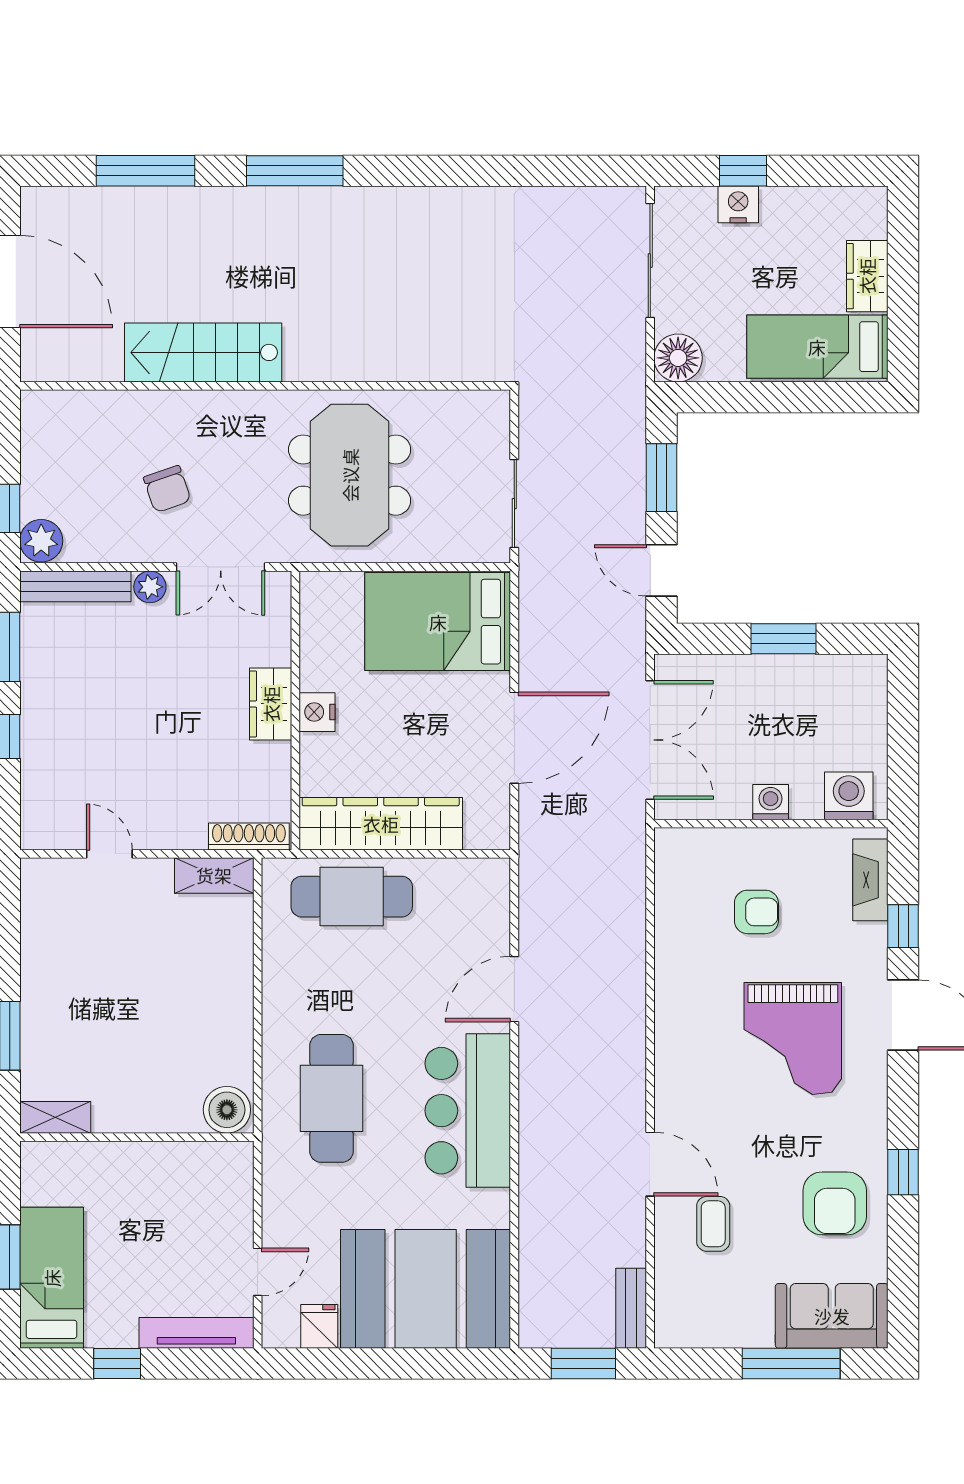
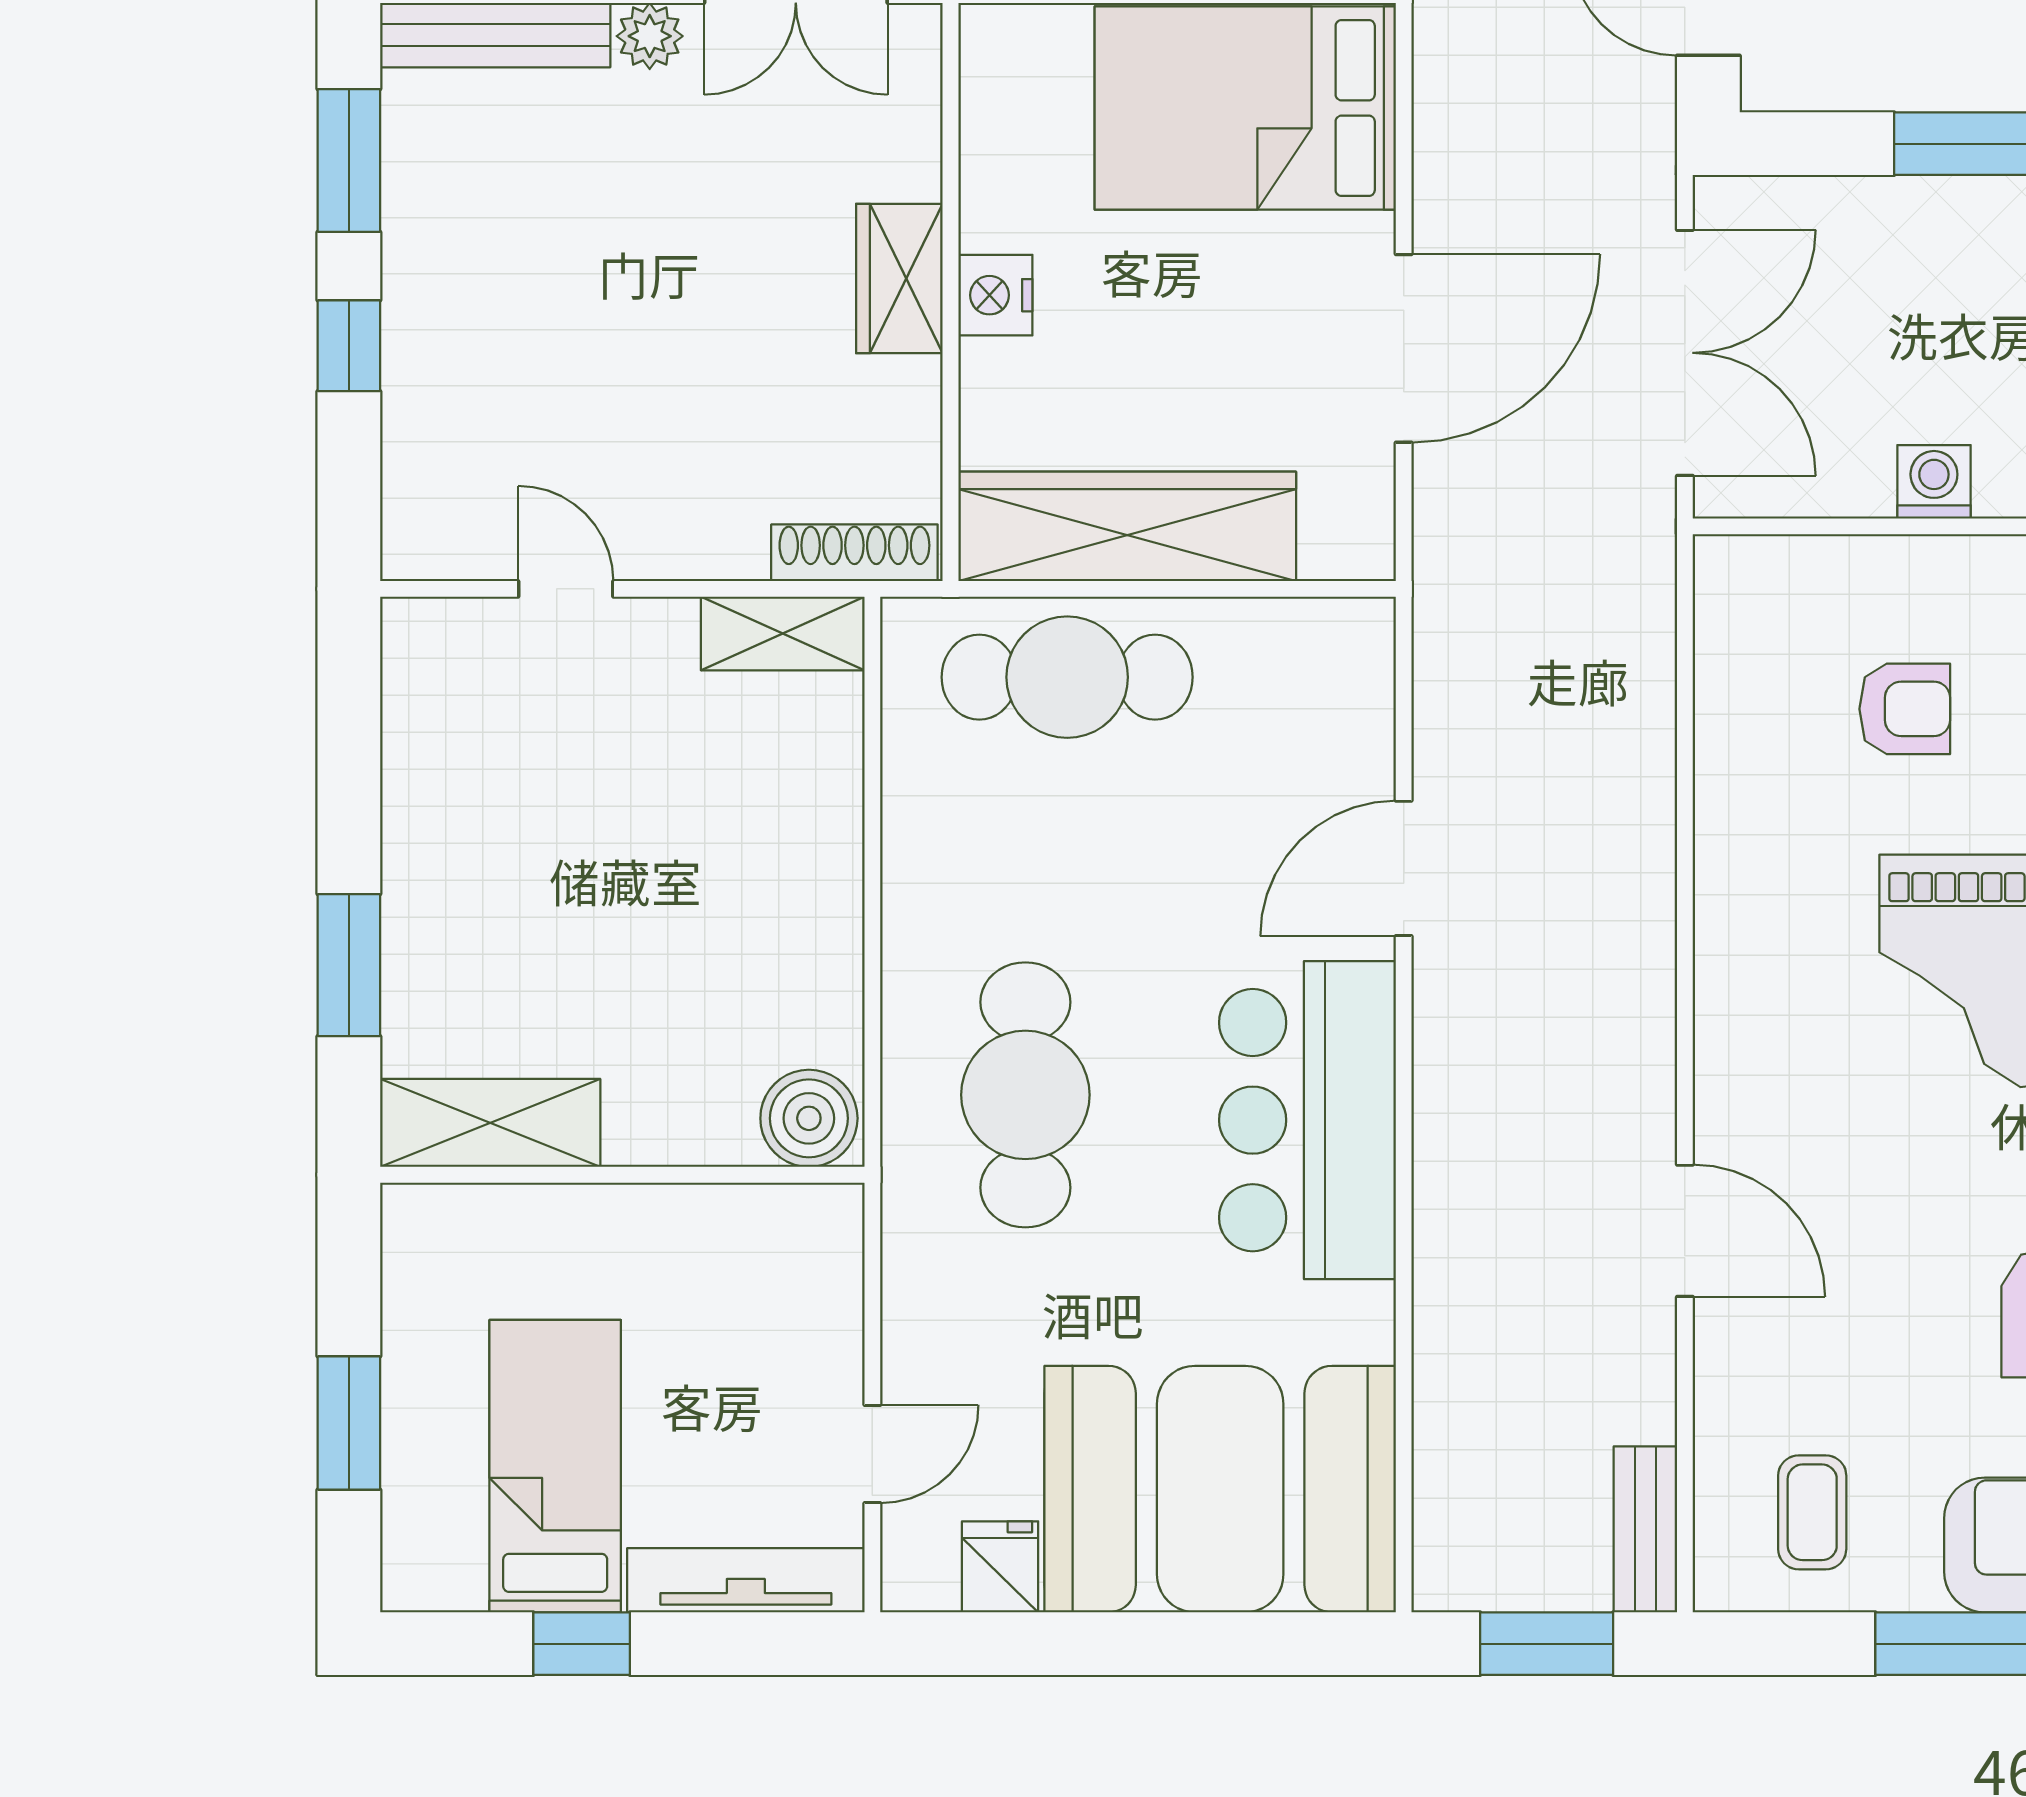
shelving: (55, 1117) -> (490, 1123), width x1.50, depth x1.33
coffee table: (713, 1224) -> (1812, 1512), moved
bed: (52, 1278) -> (555, 1466), moved

